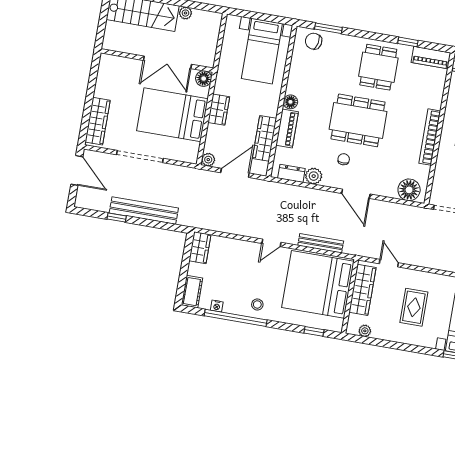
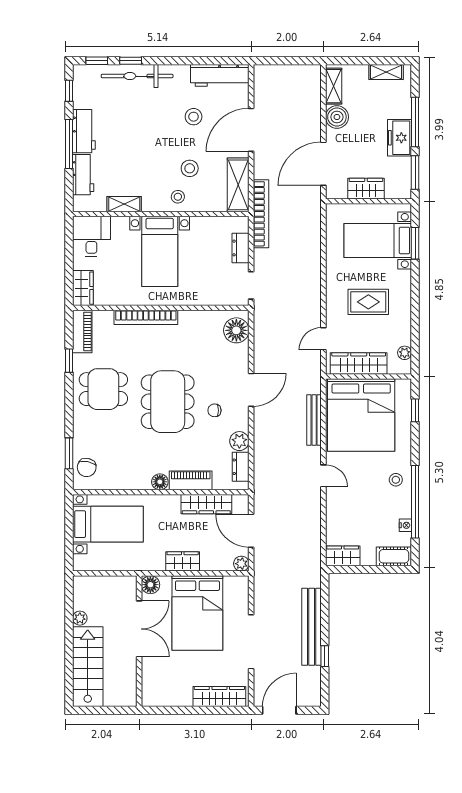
bookcase: (430, 137) -> (146, 317), moved

